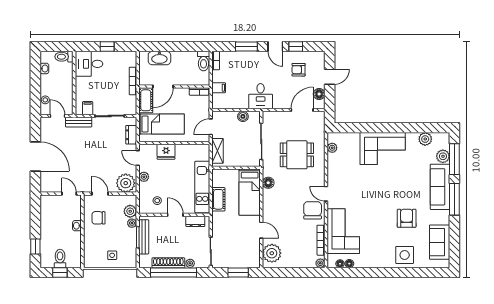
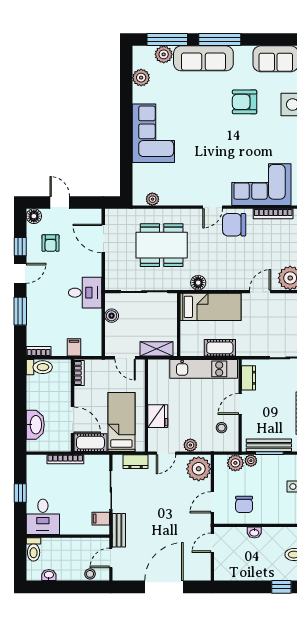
floor lamp: (319, 94) -> (34, 216), moved
dining table: (297, 155) -> (162, 245), width x1.37

